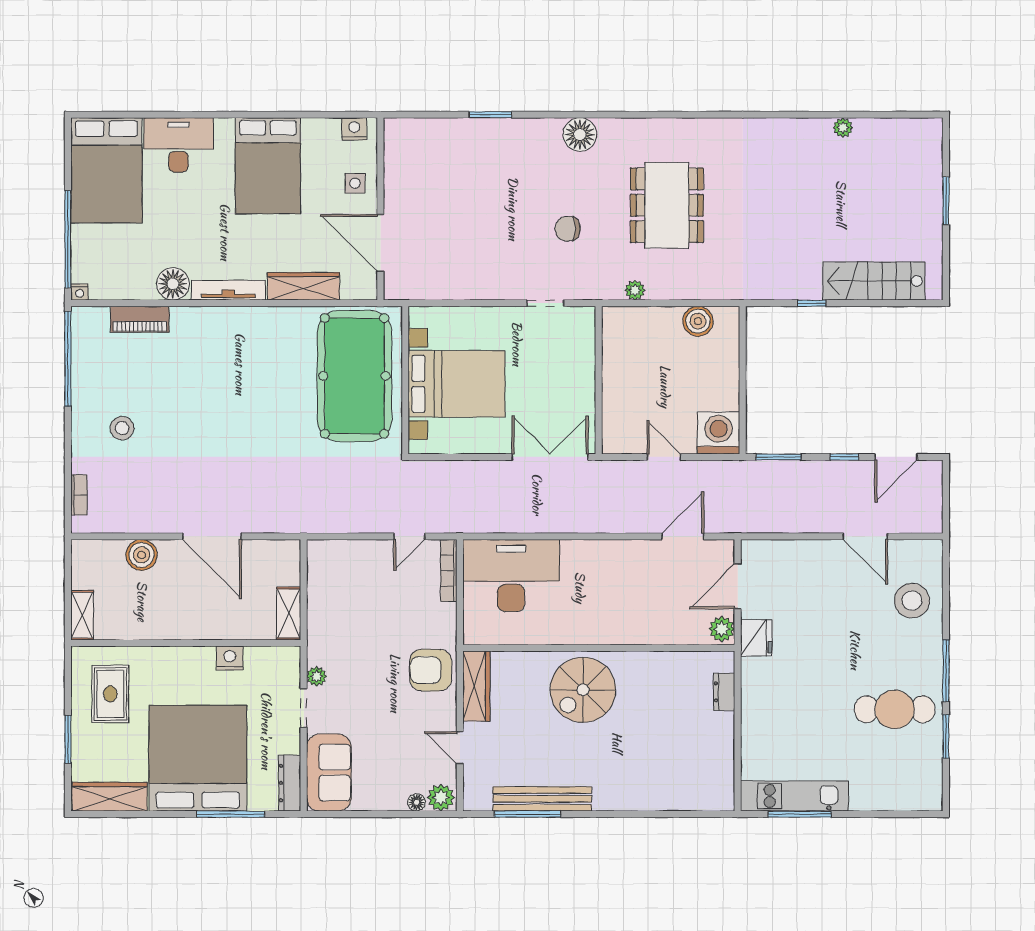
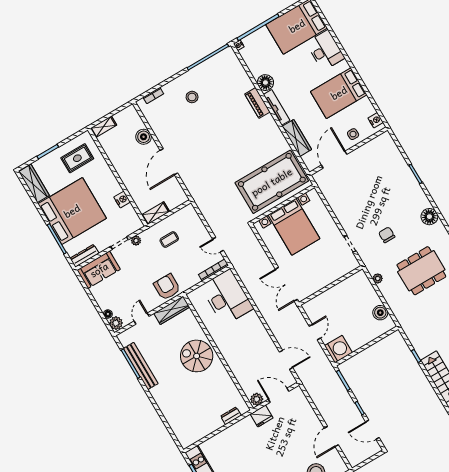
piano: (140, 319) -> (257, 103), moved
double door: (550, 457) -> (286, 284), swing flipped
coffee table: (349, 617) -> (169, 240), added

